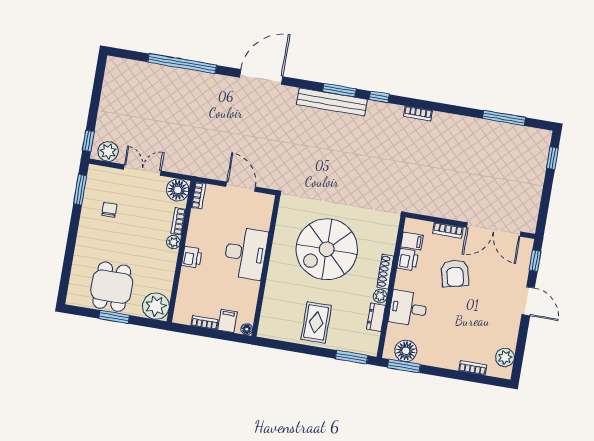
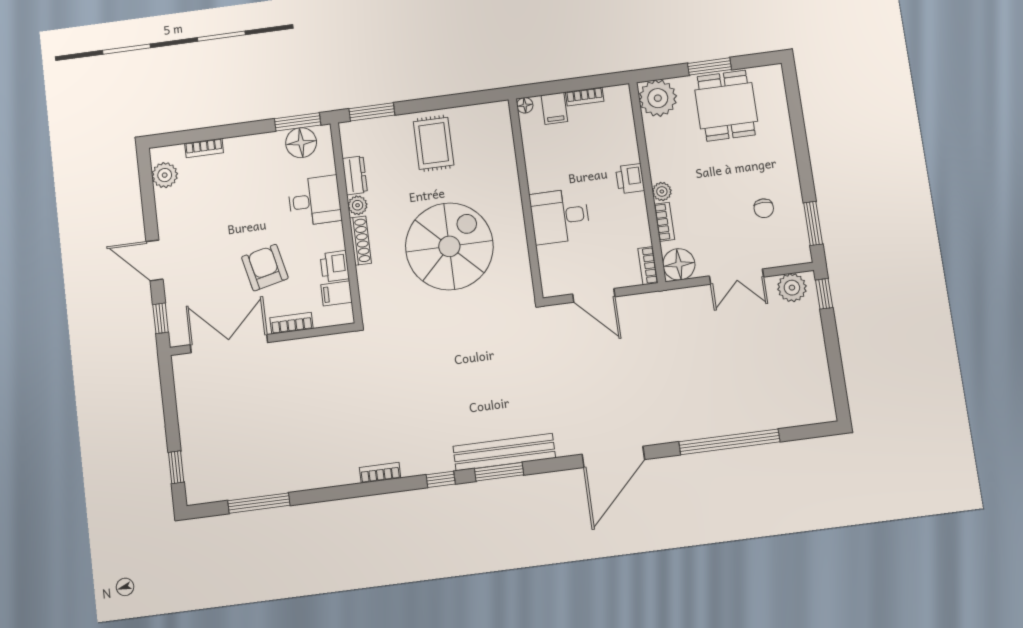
desk: (246, 253) -> (560, 216), width x0.73

